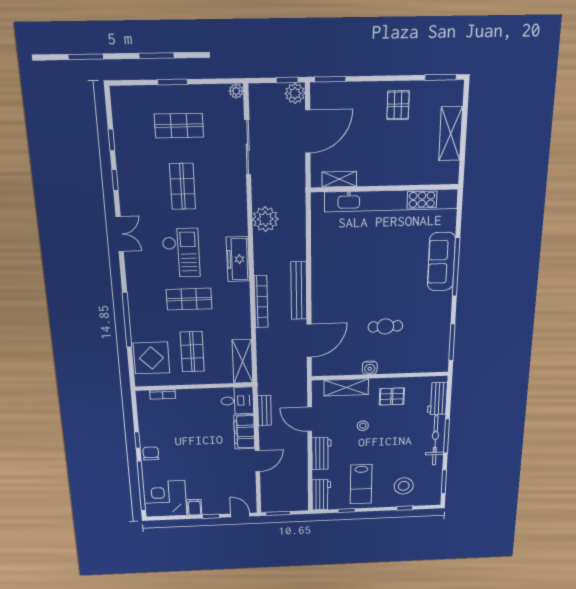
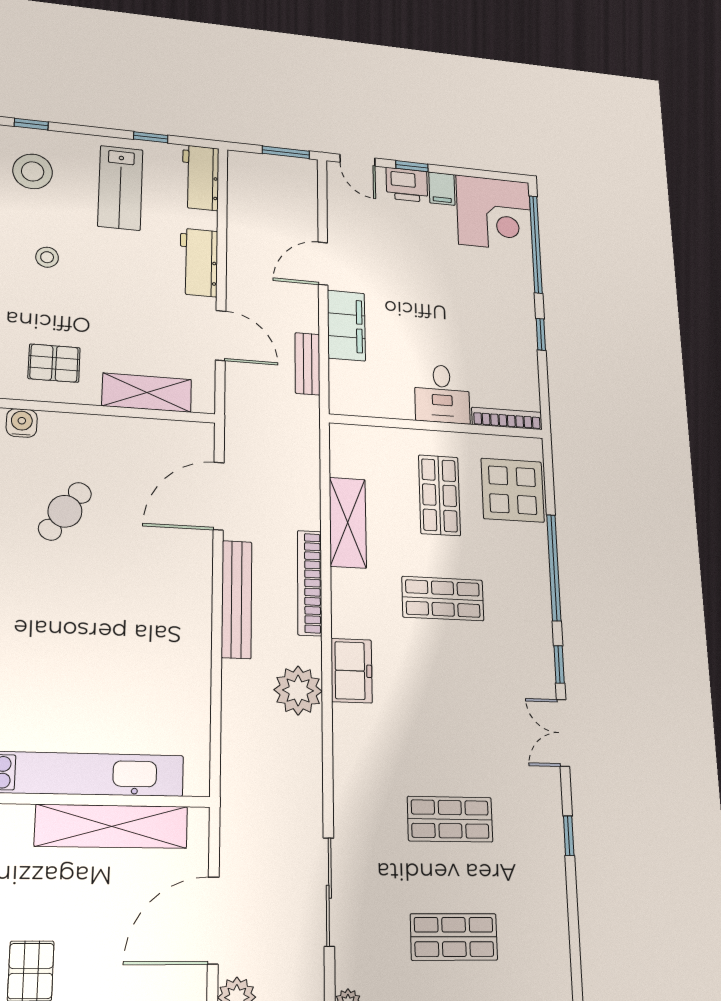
window: (111, 140) -> (559, 664), moved
shelving: (339, 179) -> (112, 826), width x2.20, depth x1.33
shop shelf: (182, 186) -> (450, 819), turned 90
plant: (265, 219) -> (298, 690), moved
checkout: (181, 253) -> (455, 690), removed
freezer: (238, 259) -> (352, 671), width x0.71
cafe table: (385, 326) -> (65, 511), turned -54
shelving: (243, 361) -> (348, 523), moved
water cooler: (370, 368) -> (22, 423), moved
bookcase: (163, 394) -> (507, 418), width x1.56
desk: (237, 401) -> (442, 394), moved, turned -90
stool: (363, 426) -> (47, 257), moved
chair: (151, 453) -> (518, 305), removed
lab bench: (361, 484) -> (120, 188), turned 180
printer: (213, 506) -> (407, 185), added

